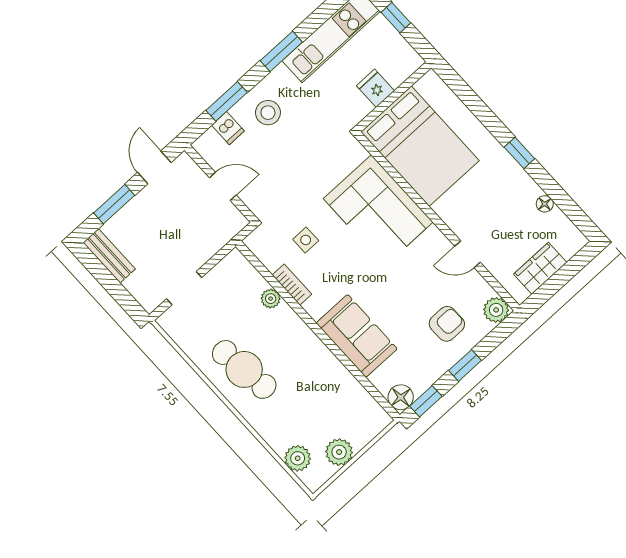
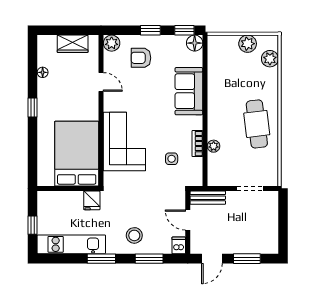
fridge: (375, 88) -> (92, 200), moved
dishwasher: (228, 128) -> (179, 245), moved
bench: (109, 256) -> (208, 198), moved, turned 90

